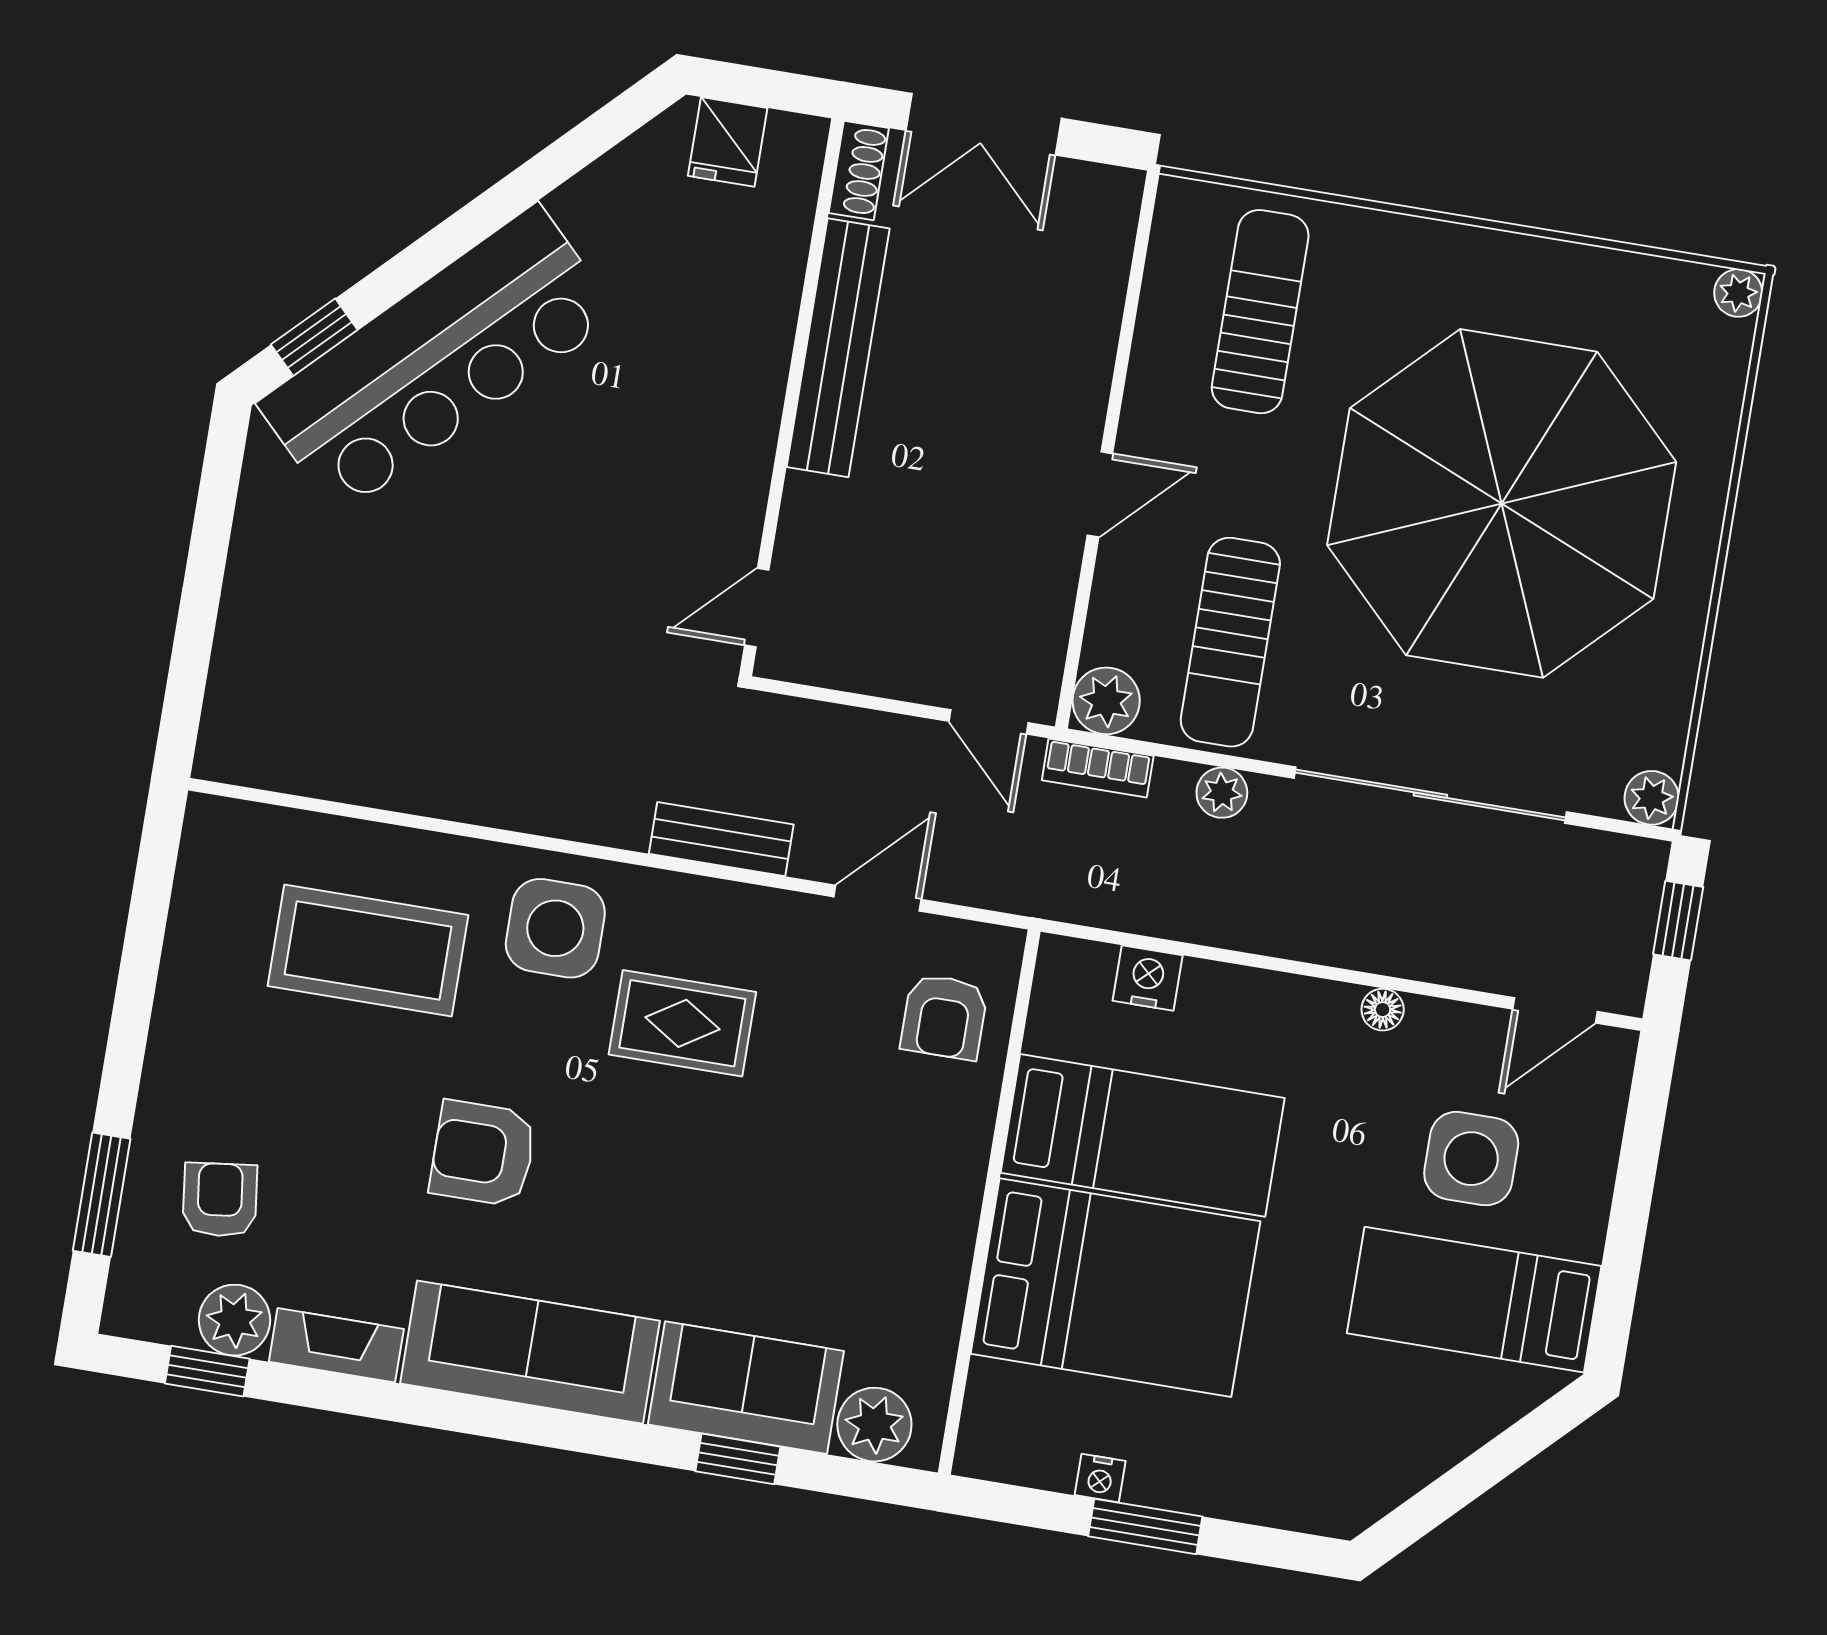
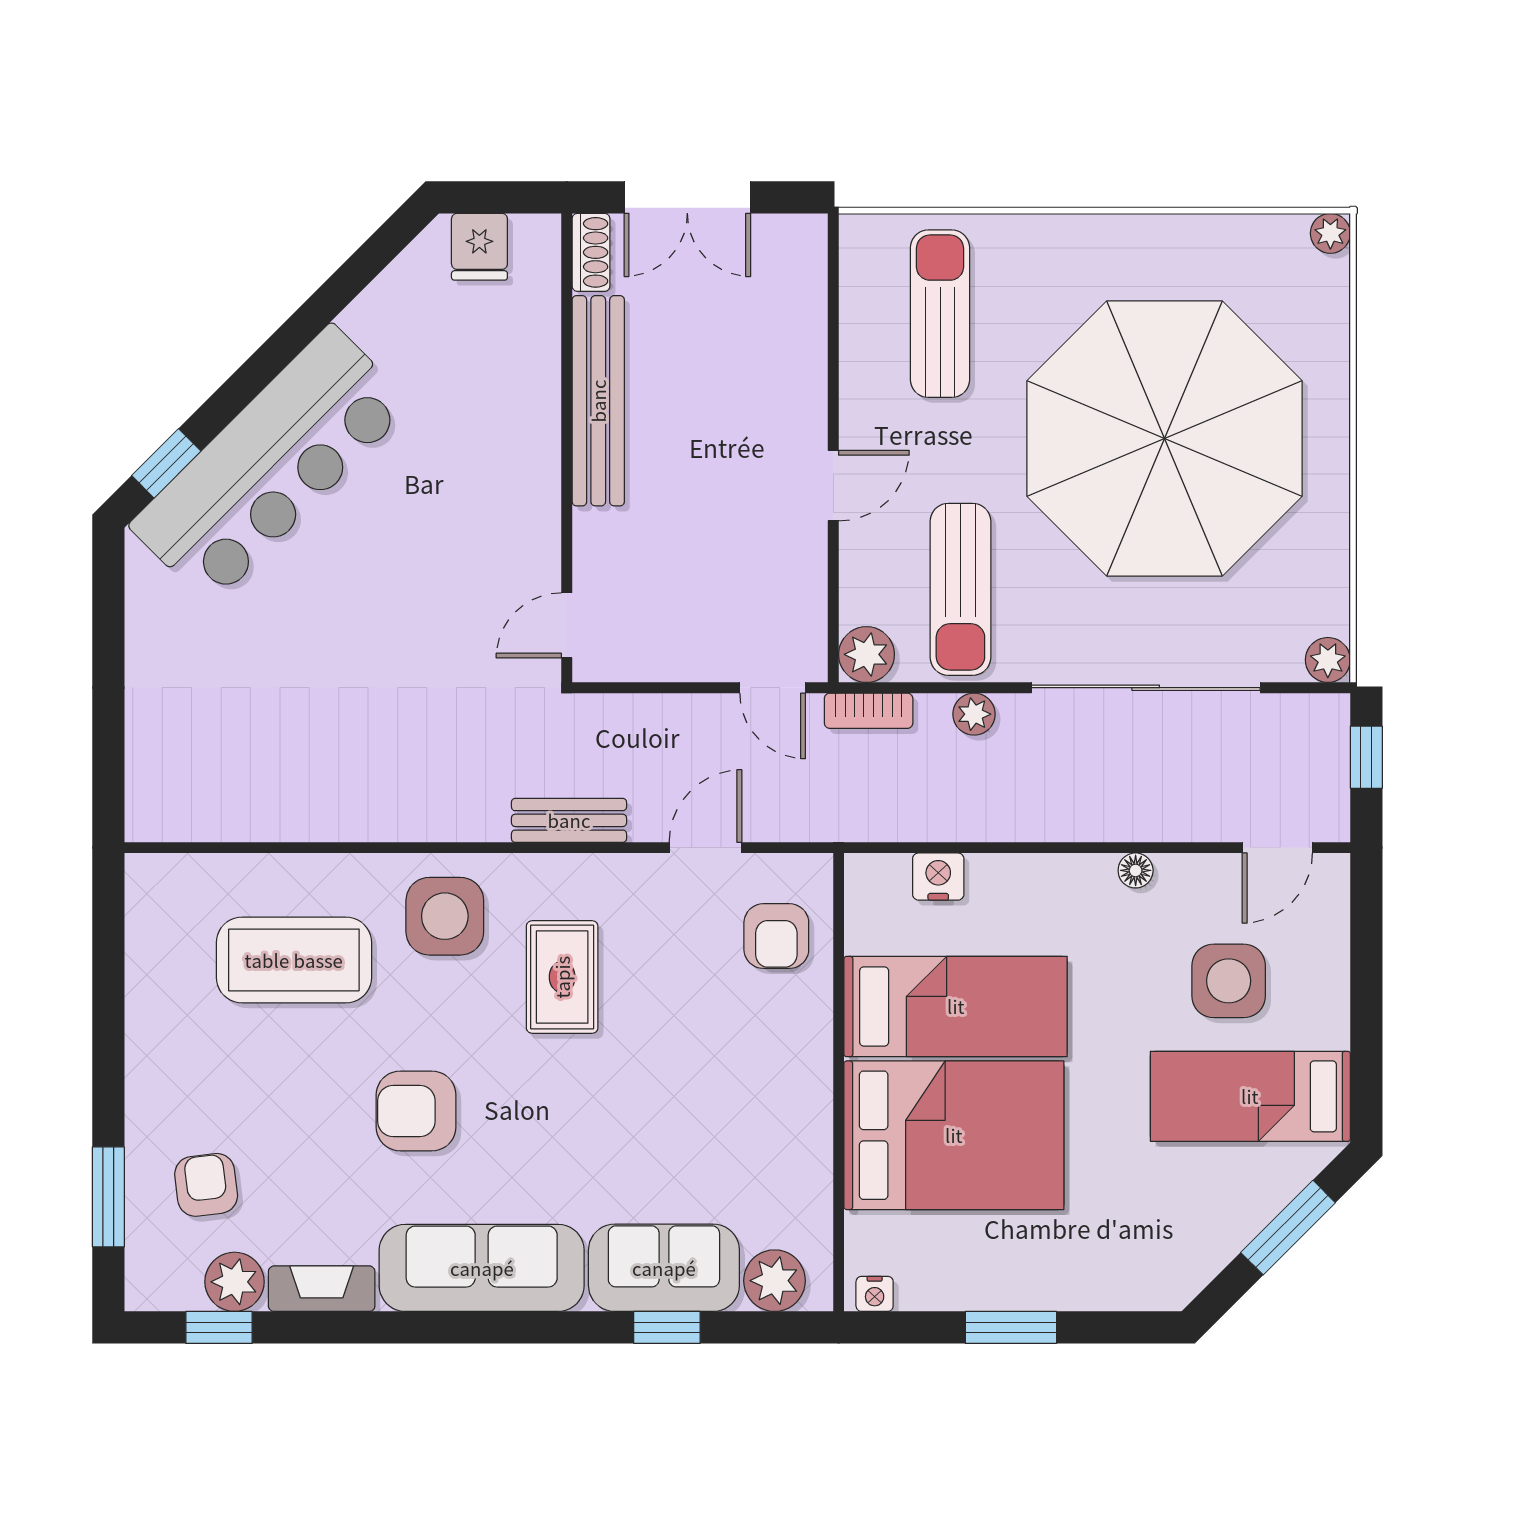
rug: (682, 1023) -> (562, 977), turned 90
window: (1493, 1463) -> (1288, 1228), added
nightstand: (1100, 1478) -> (875, 1294), moved

